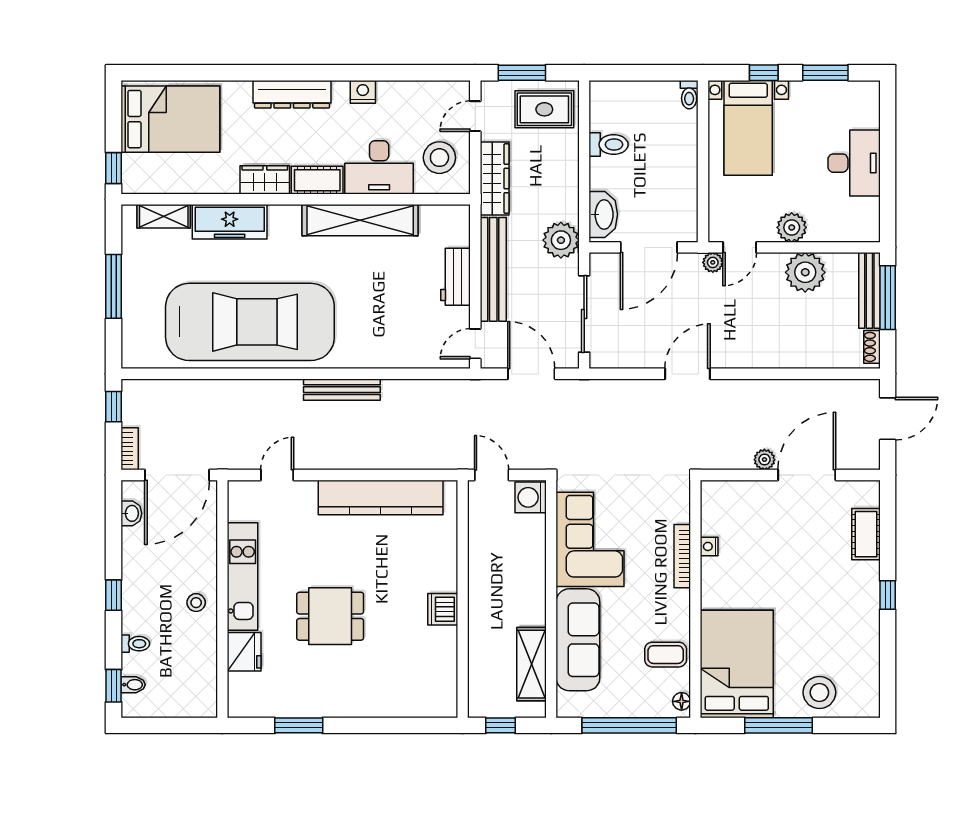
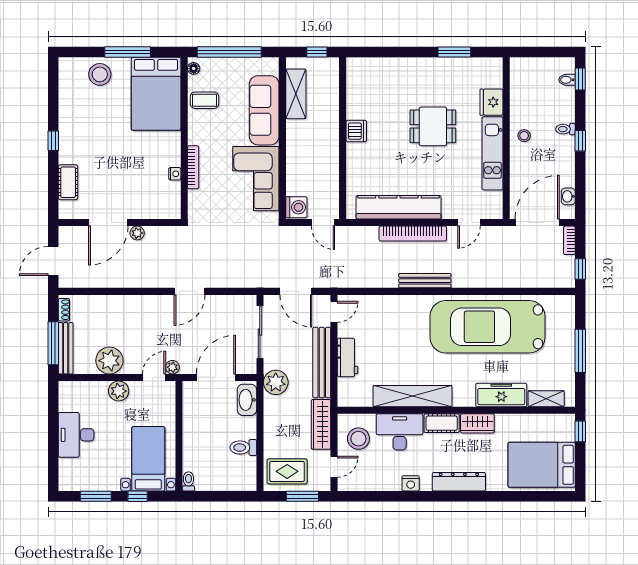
bookcase: (360, 459) -> (413, 234), added
toilet: (135, 644) -> (566, 129), moved

